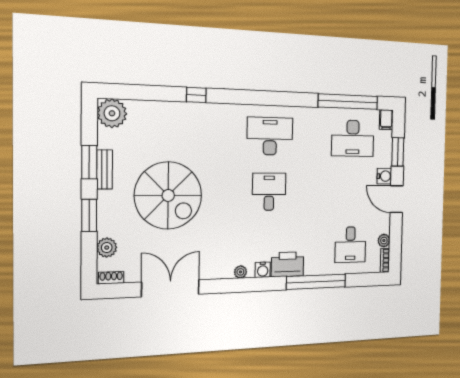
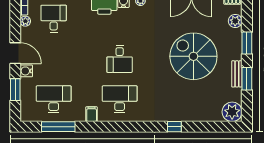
window: (348, 102) -> (58, 127), width x0.68
filing cabinet: (386, 120) -> (92, 114), moved
desk: (270, 136) -> (120, 99), turned 180

